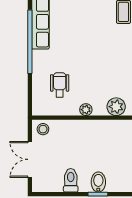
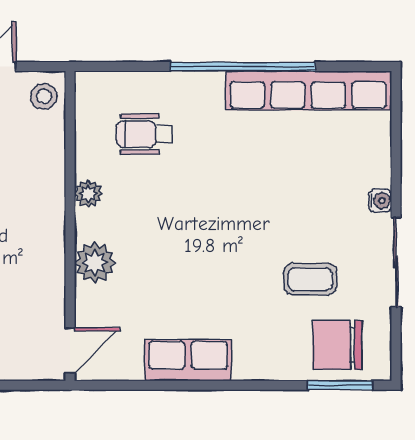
wheelchair: (60, 85) -> (144, 134), turned 180

